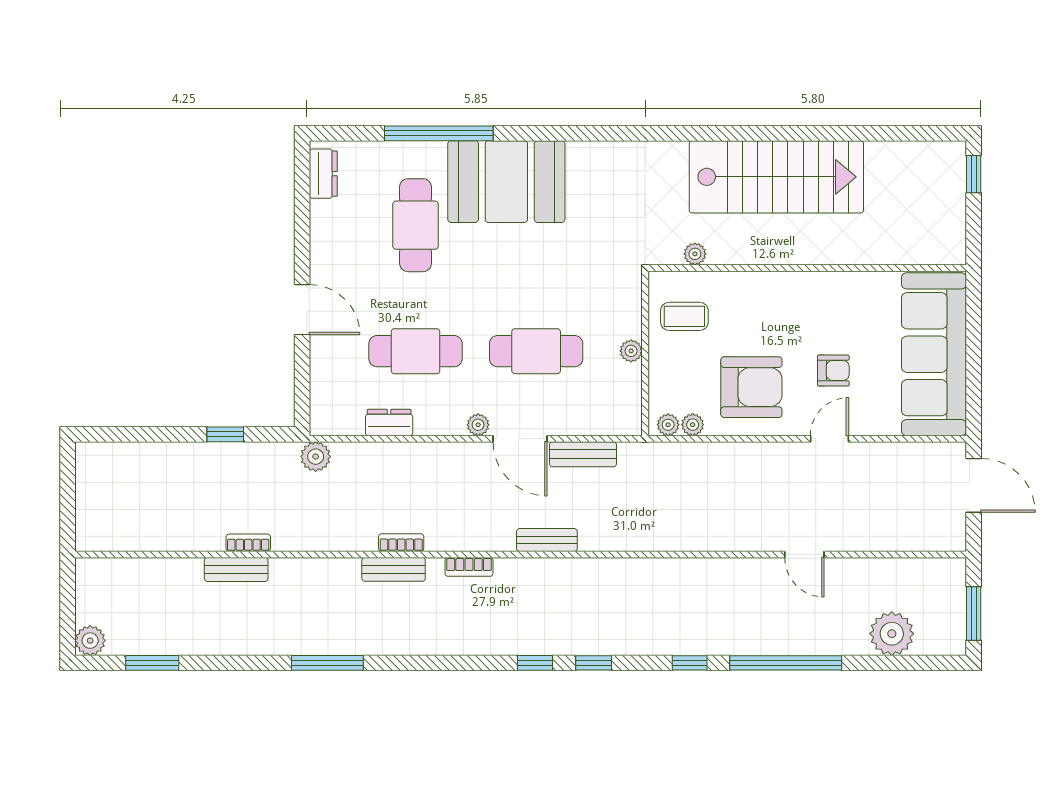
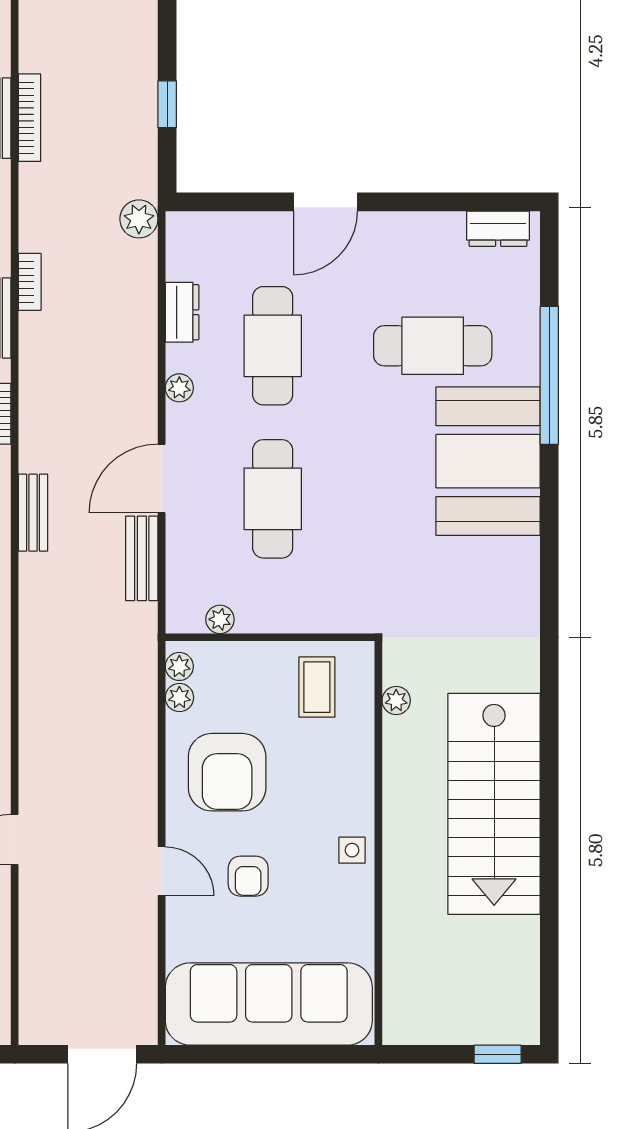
side table: (813, 289) -> (352, 850), added
plant: (631, 351) -> (220, 619), moved
plant: (478, 425) -> (179, 388), moved
bookcase: (248, 543) -> (30, 118), width x1.56
bookcase: (401, 543) -> (30, 282), moved

